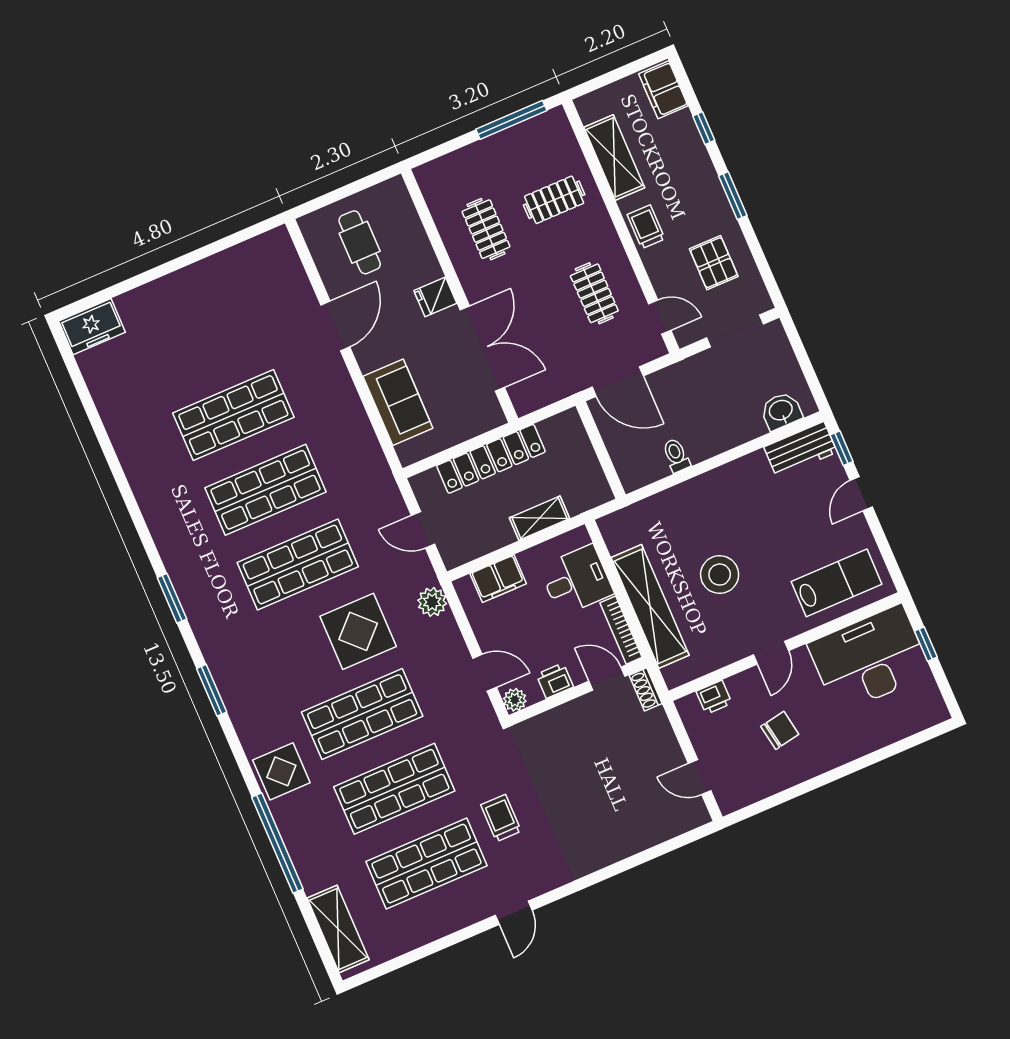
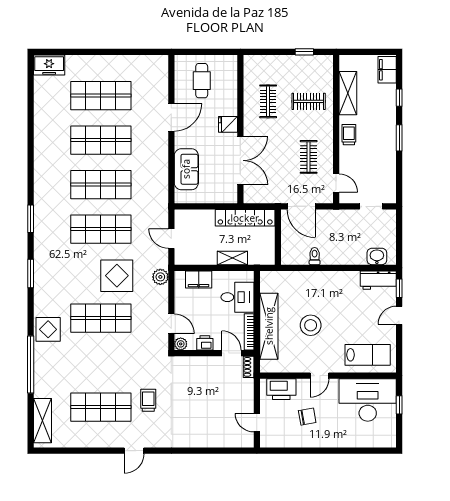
window: (511, 120) -> (304, 52), width x0.46
pallet: (714, 263) -> (375, 167), removed
doorway: (735, 331) -> (371, 206), width x0.73
locker: (491, 459) -> (245, 218), moved
printer: (714, 697) -> (281, 389), width x1.87, depth x1.48
shop shelf: (394, 789) -> (101, 96), moved

